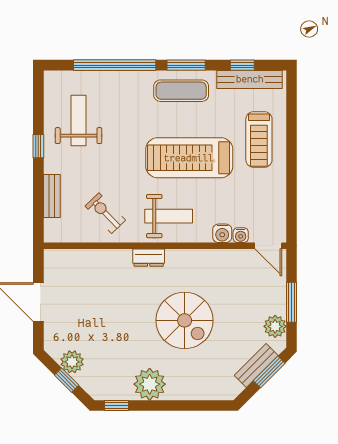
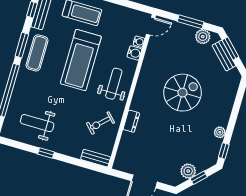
bench: (52, 196) -> (96, 158), moved
dresser: (149, 258) -> (131, 121), moved
plant: (150, 384) -> (220, 132), width x0.53, depth x0.53

